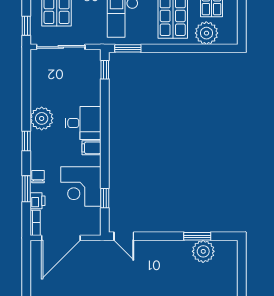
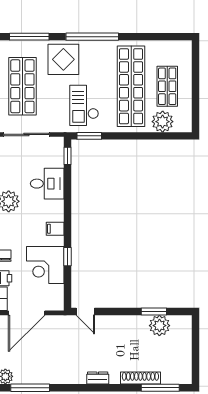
desk: (83, 123) -> (47, 184), moved
window: (105, 198) -> (67, 257), moved

